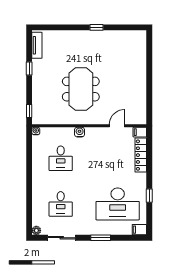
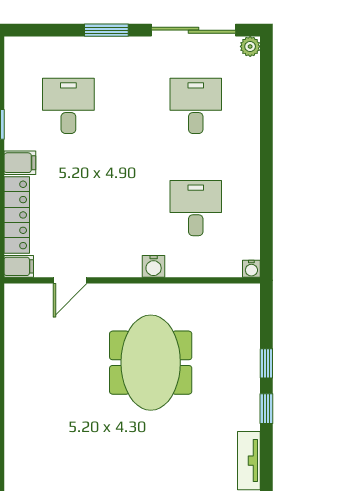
window: (29, 111) -> (266, 363), moved
desk: (118, 204) -> (68, 106), width x0.53, depth x0.77
filing cabinet: (139, 230) -> (20, 163), moved
sliding door: (62, 238) -> (193, 30), width x1.37

